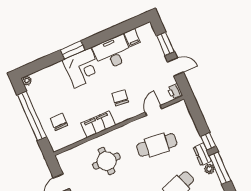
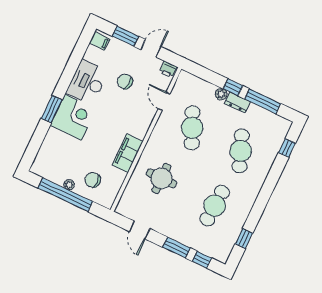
filing cabinet: (132, 38) -> (100, 41), moved
plant: (27, 81) -> (69, 185), moved
chair: (120, 98) -> (125, 81), moved
cafe table: (157, 145) -> (192, 128), turned -30
plant: (209, 169) -> (221, 94), moved

